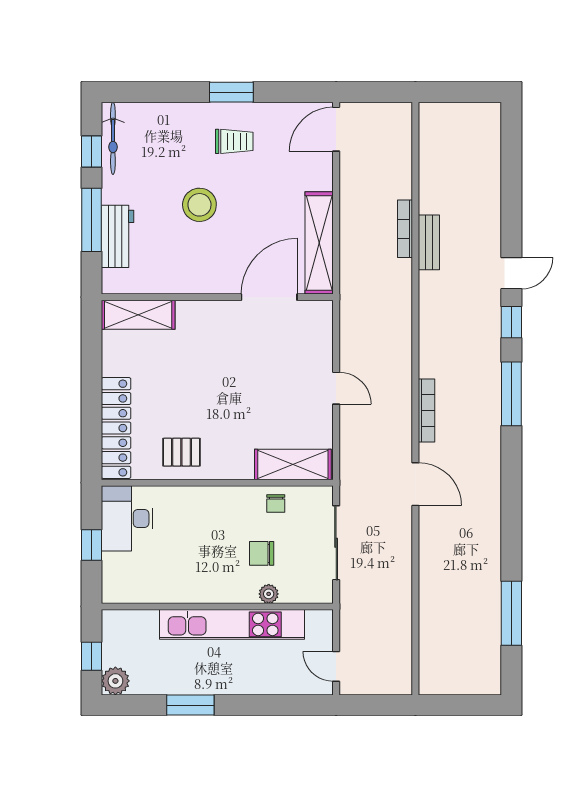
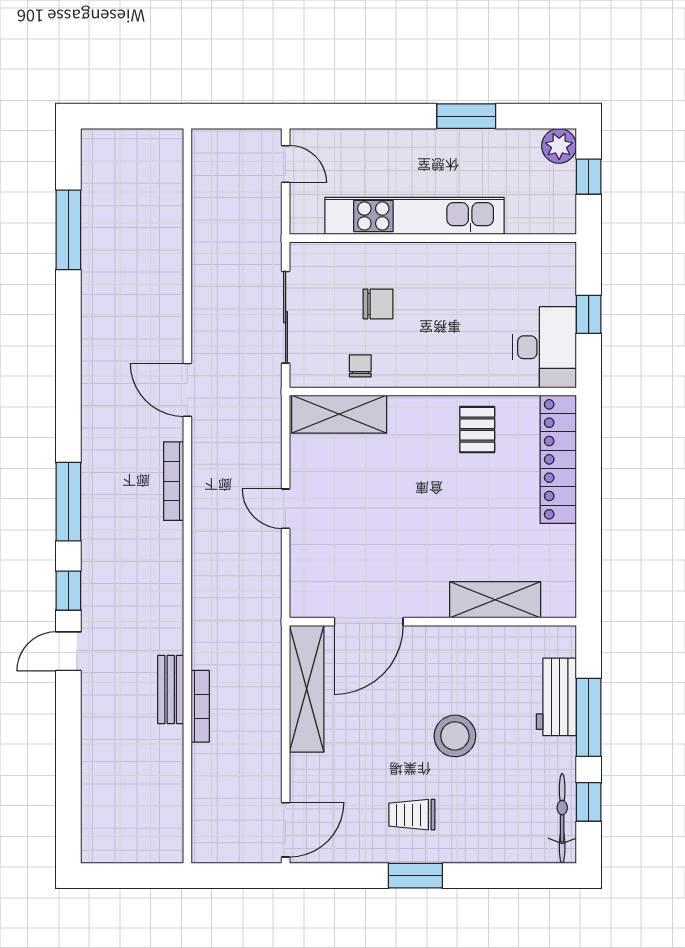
shelving: (138, 315) -> (495, 600), moved
pallet: (181, 452) -> (477, 430), turned 90
plant: (269, 594) -> (369, 254), removed

